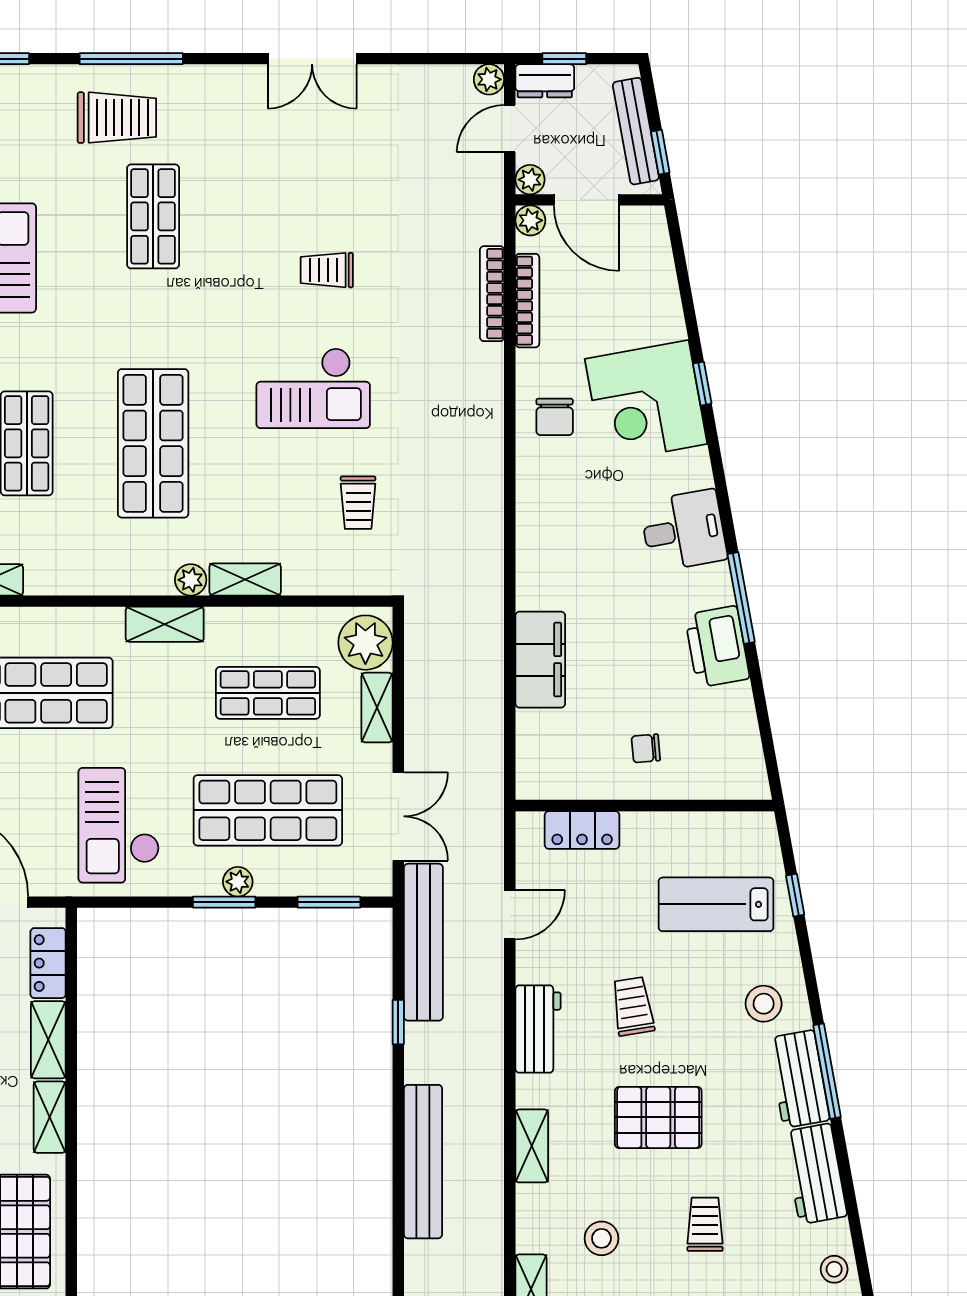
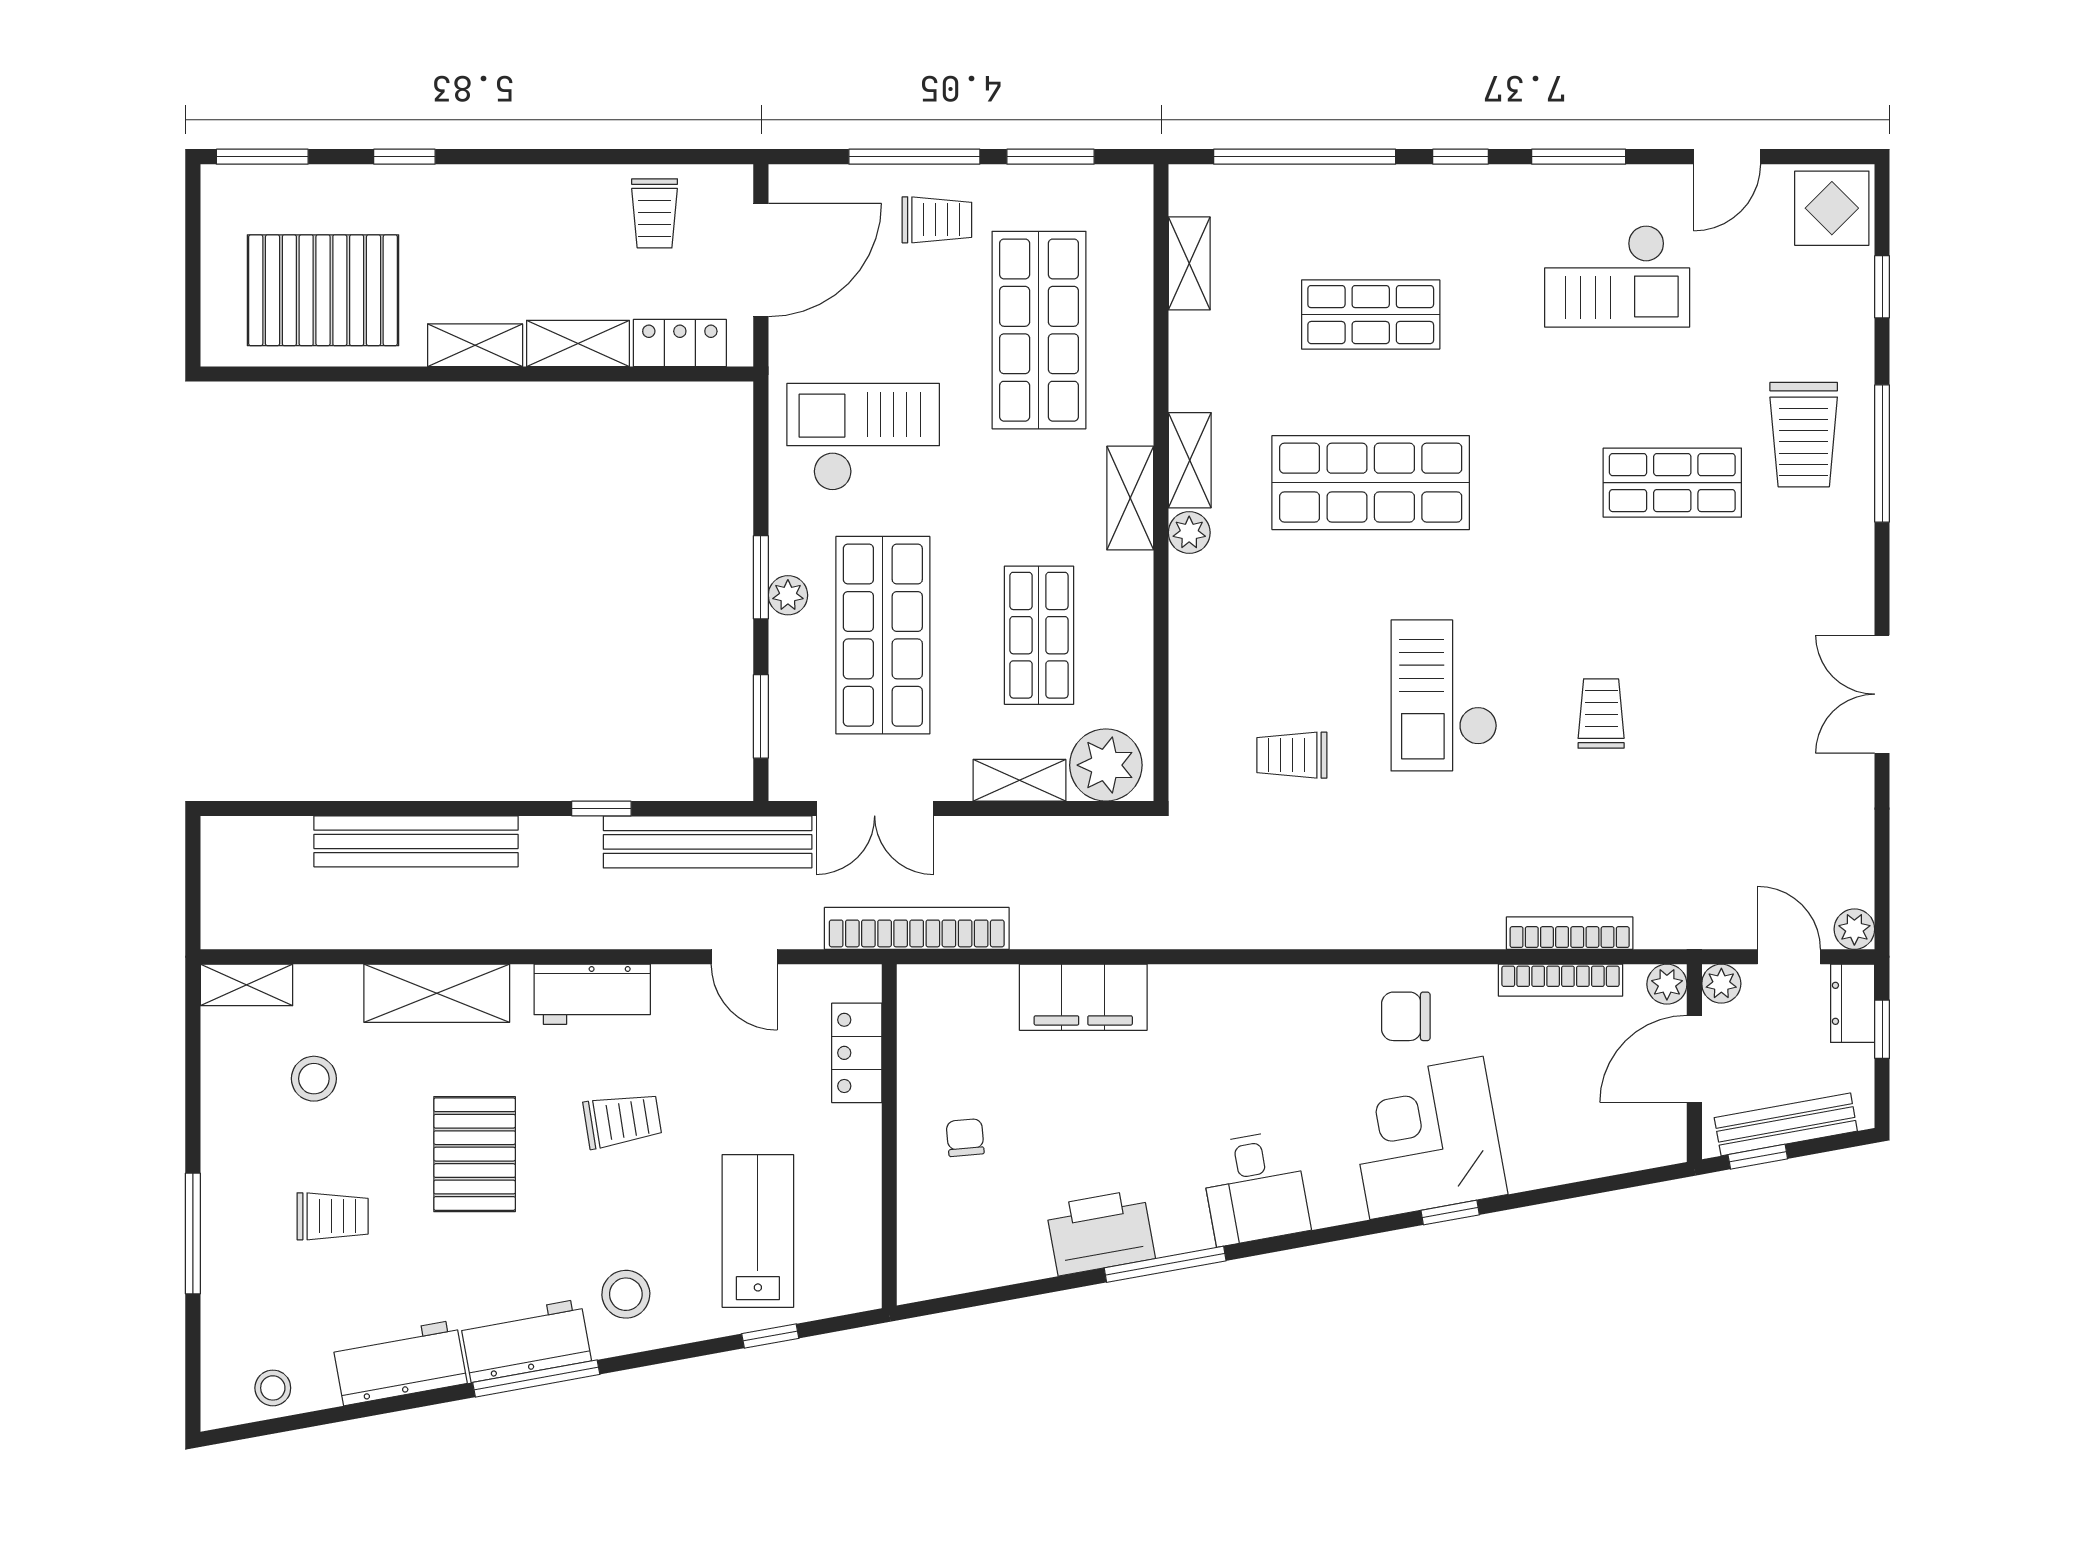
shelving: (245, 579) -> (1190, 460), moved
bookcase: (488, 785) -> (917, 928), added
shelving: (532, 1146) -> (437, 993), width x1.50, depth x1.33

